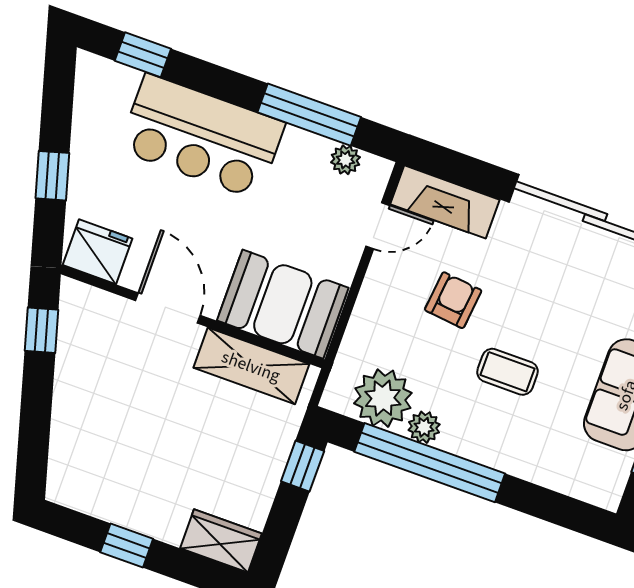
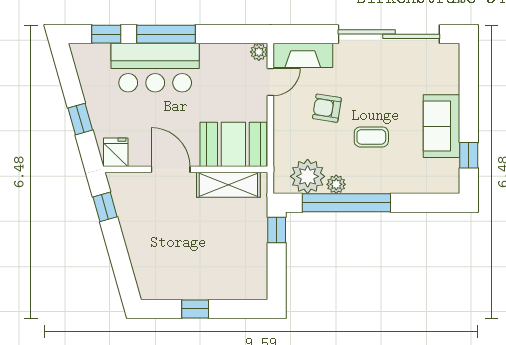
window: (309, 115) -> (166, 34), moved
plant: (345, 160) -> (259, 52), moved
fridge: (97, 252) -> (116, 152), width x0.72
armchair: (453, 300) -> (327, 108), turned -87
wardrobe: (221, 541) -> (246, 288), removed

